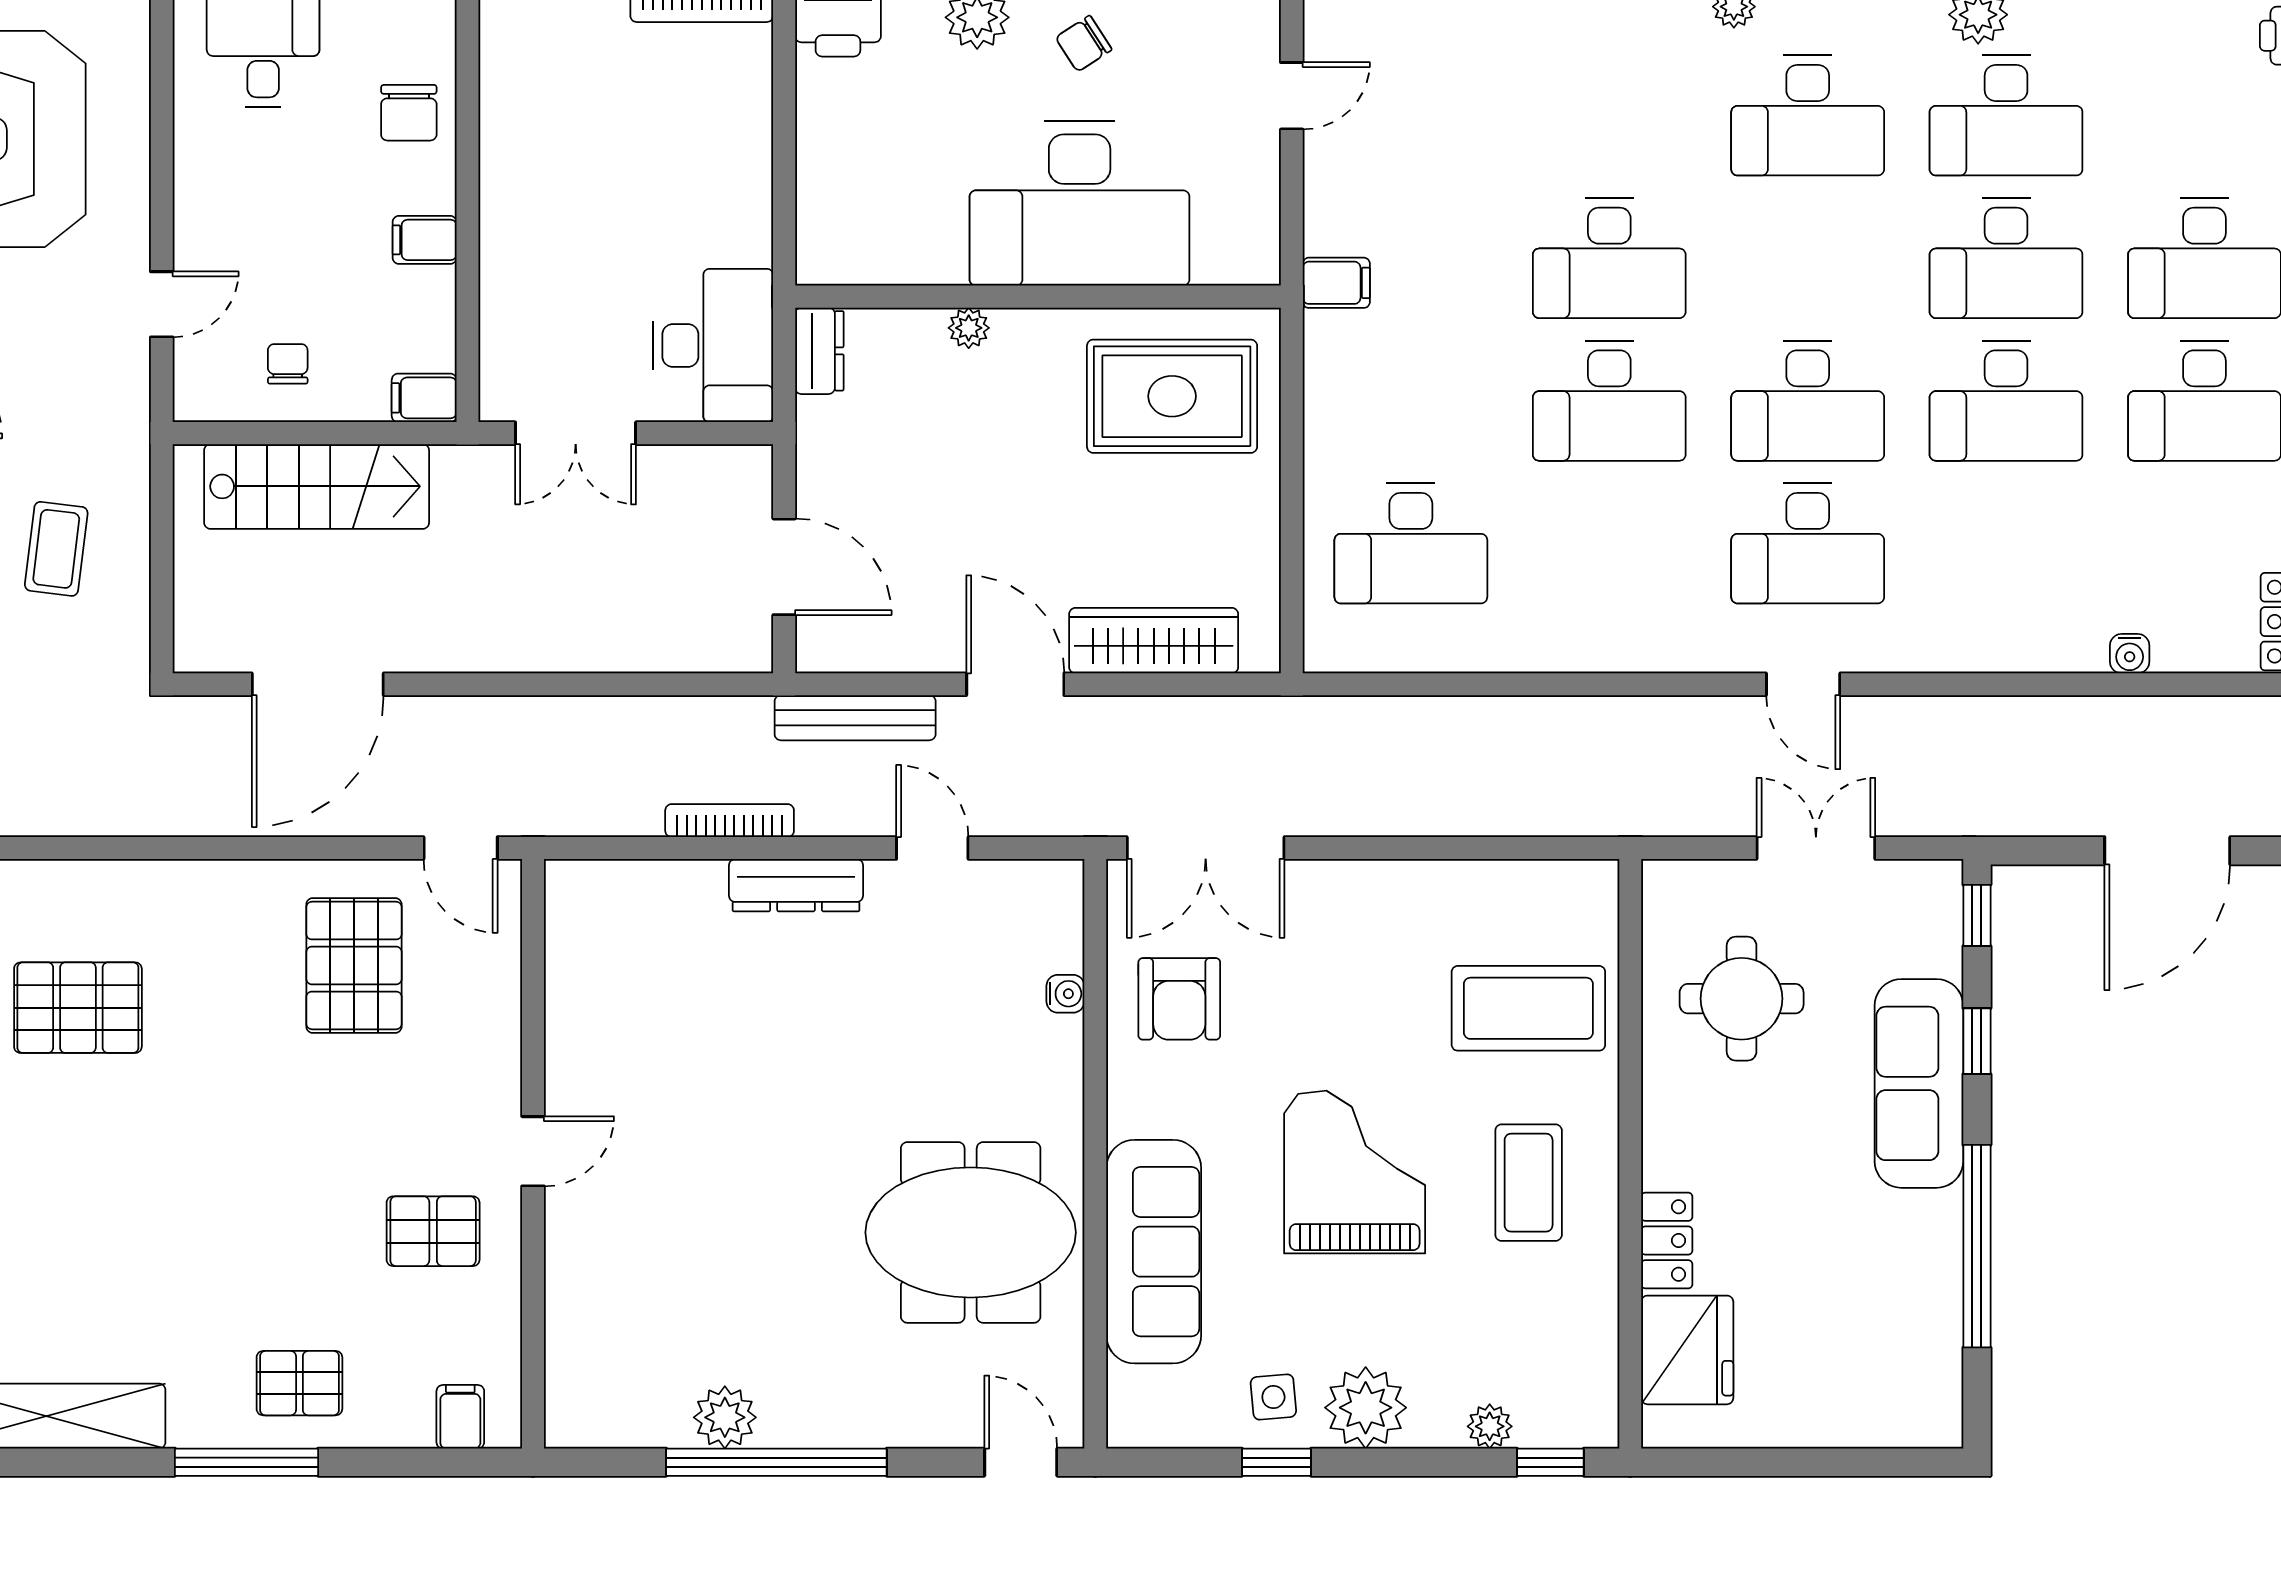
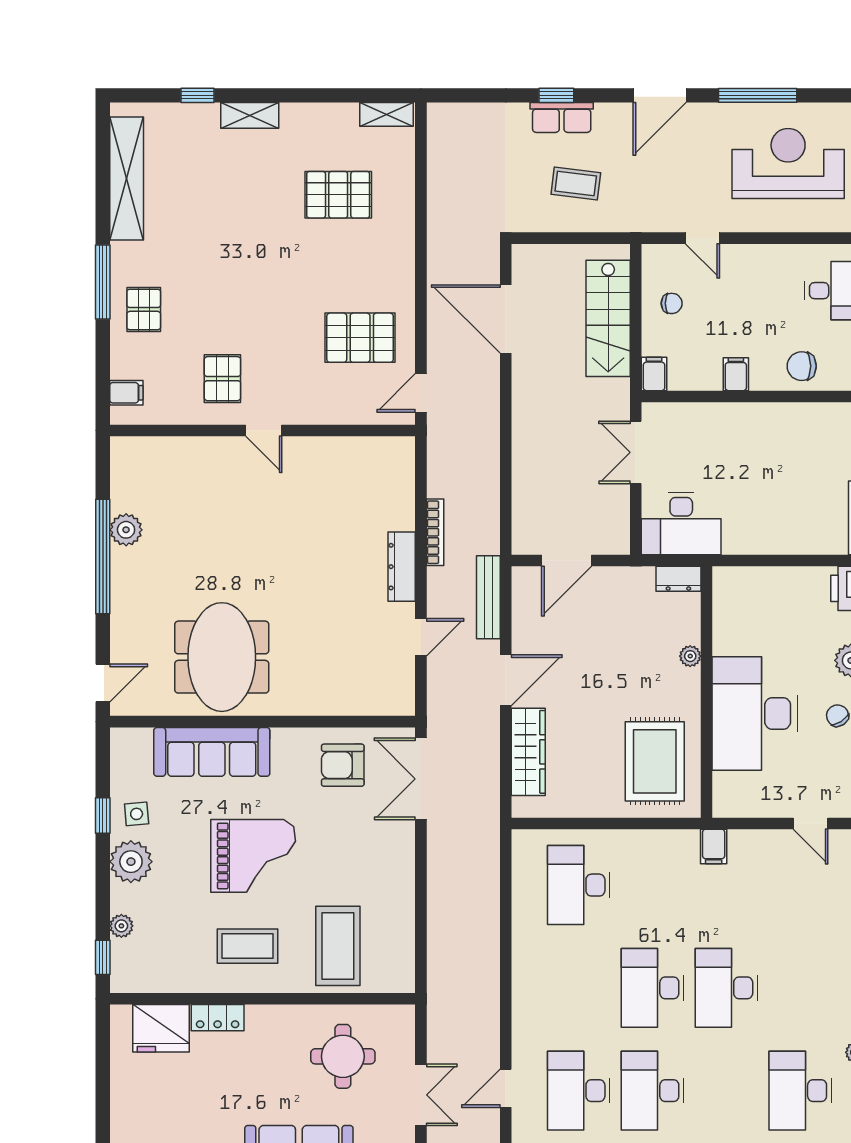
water cooler: (1065, 994) -> (345, 706), removed
pallet: (78, 1008) -> (338, 195), turned 90

